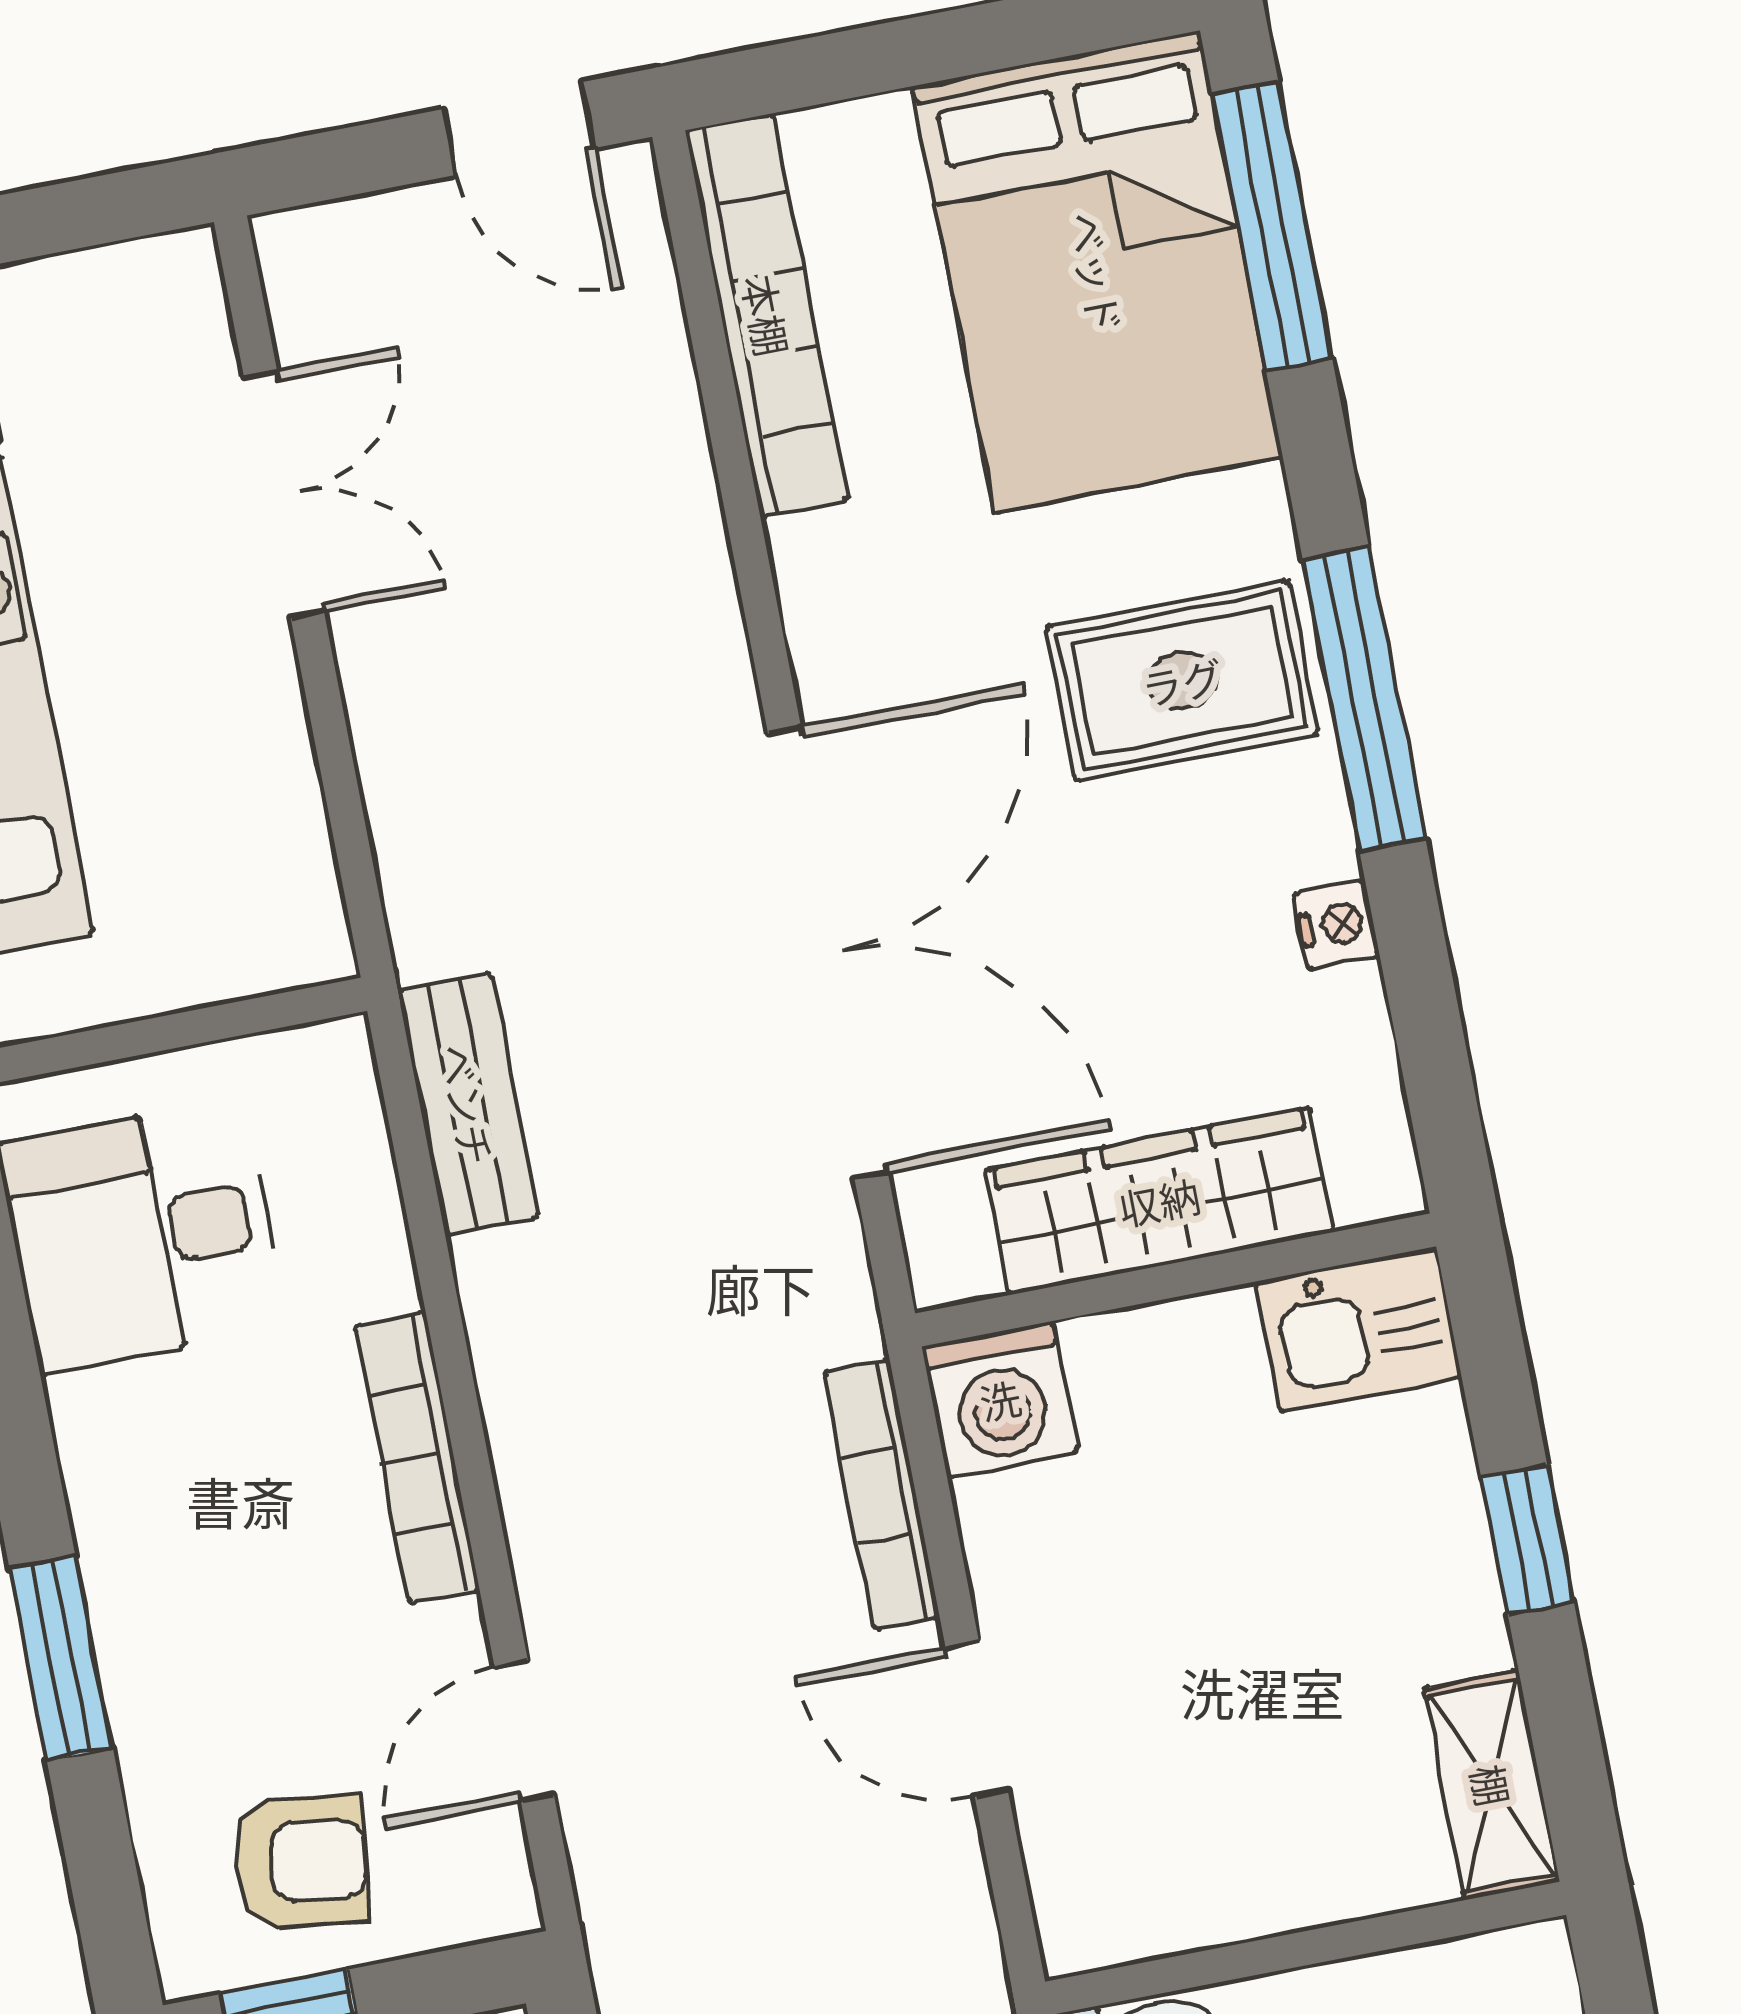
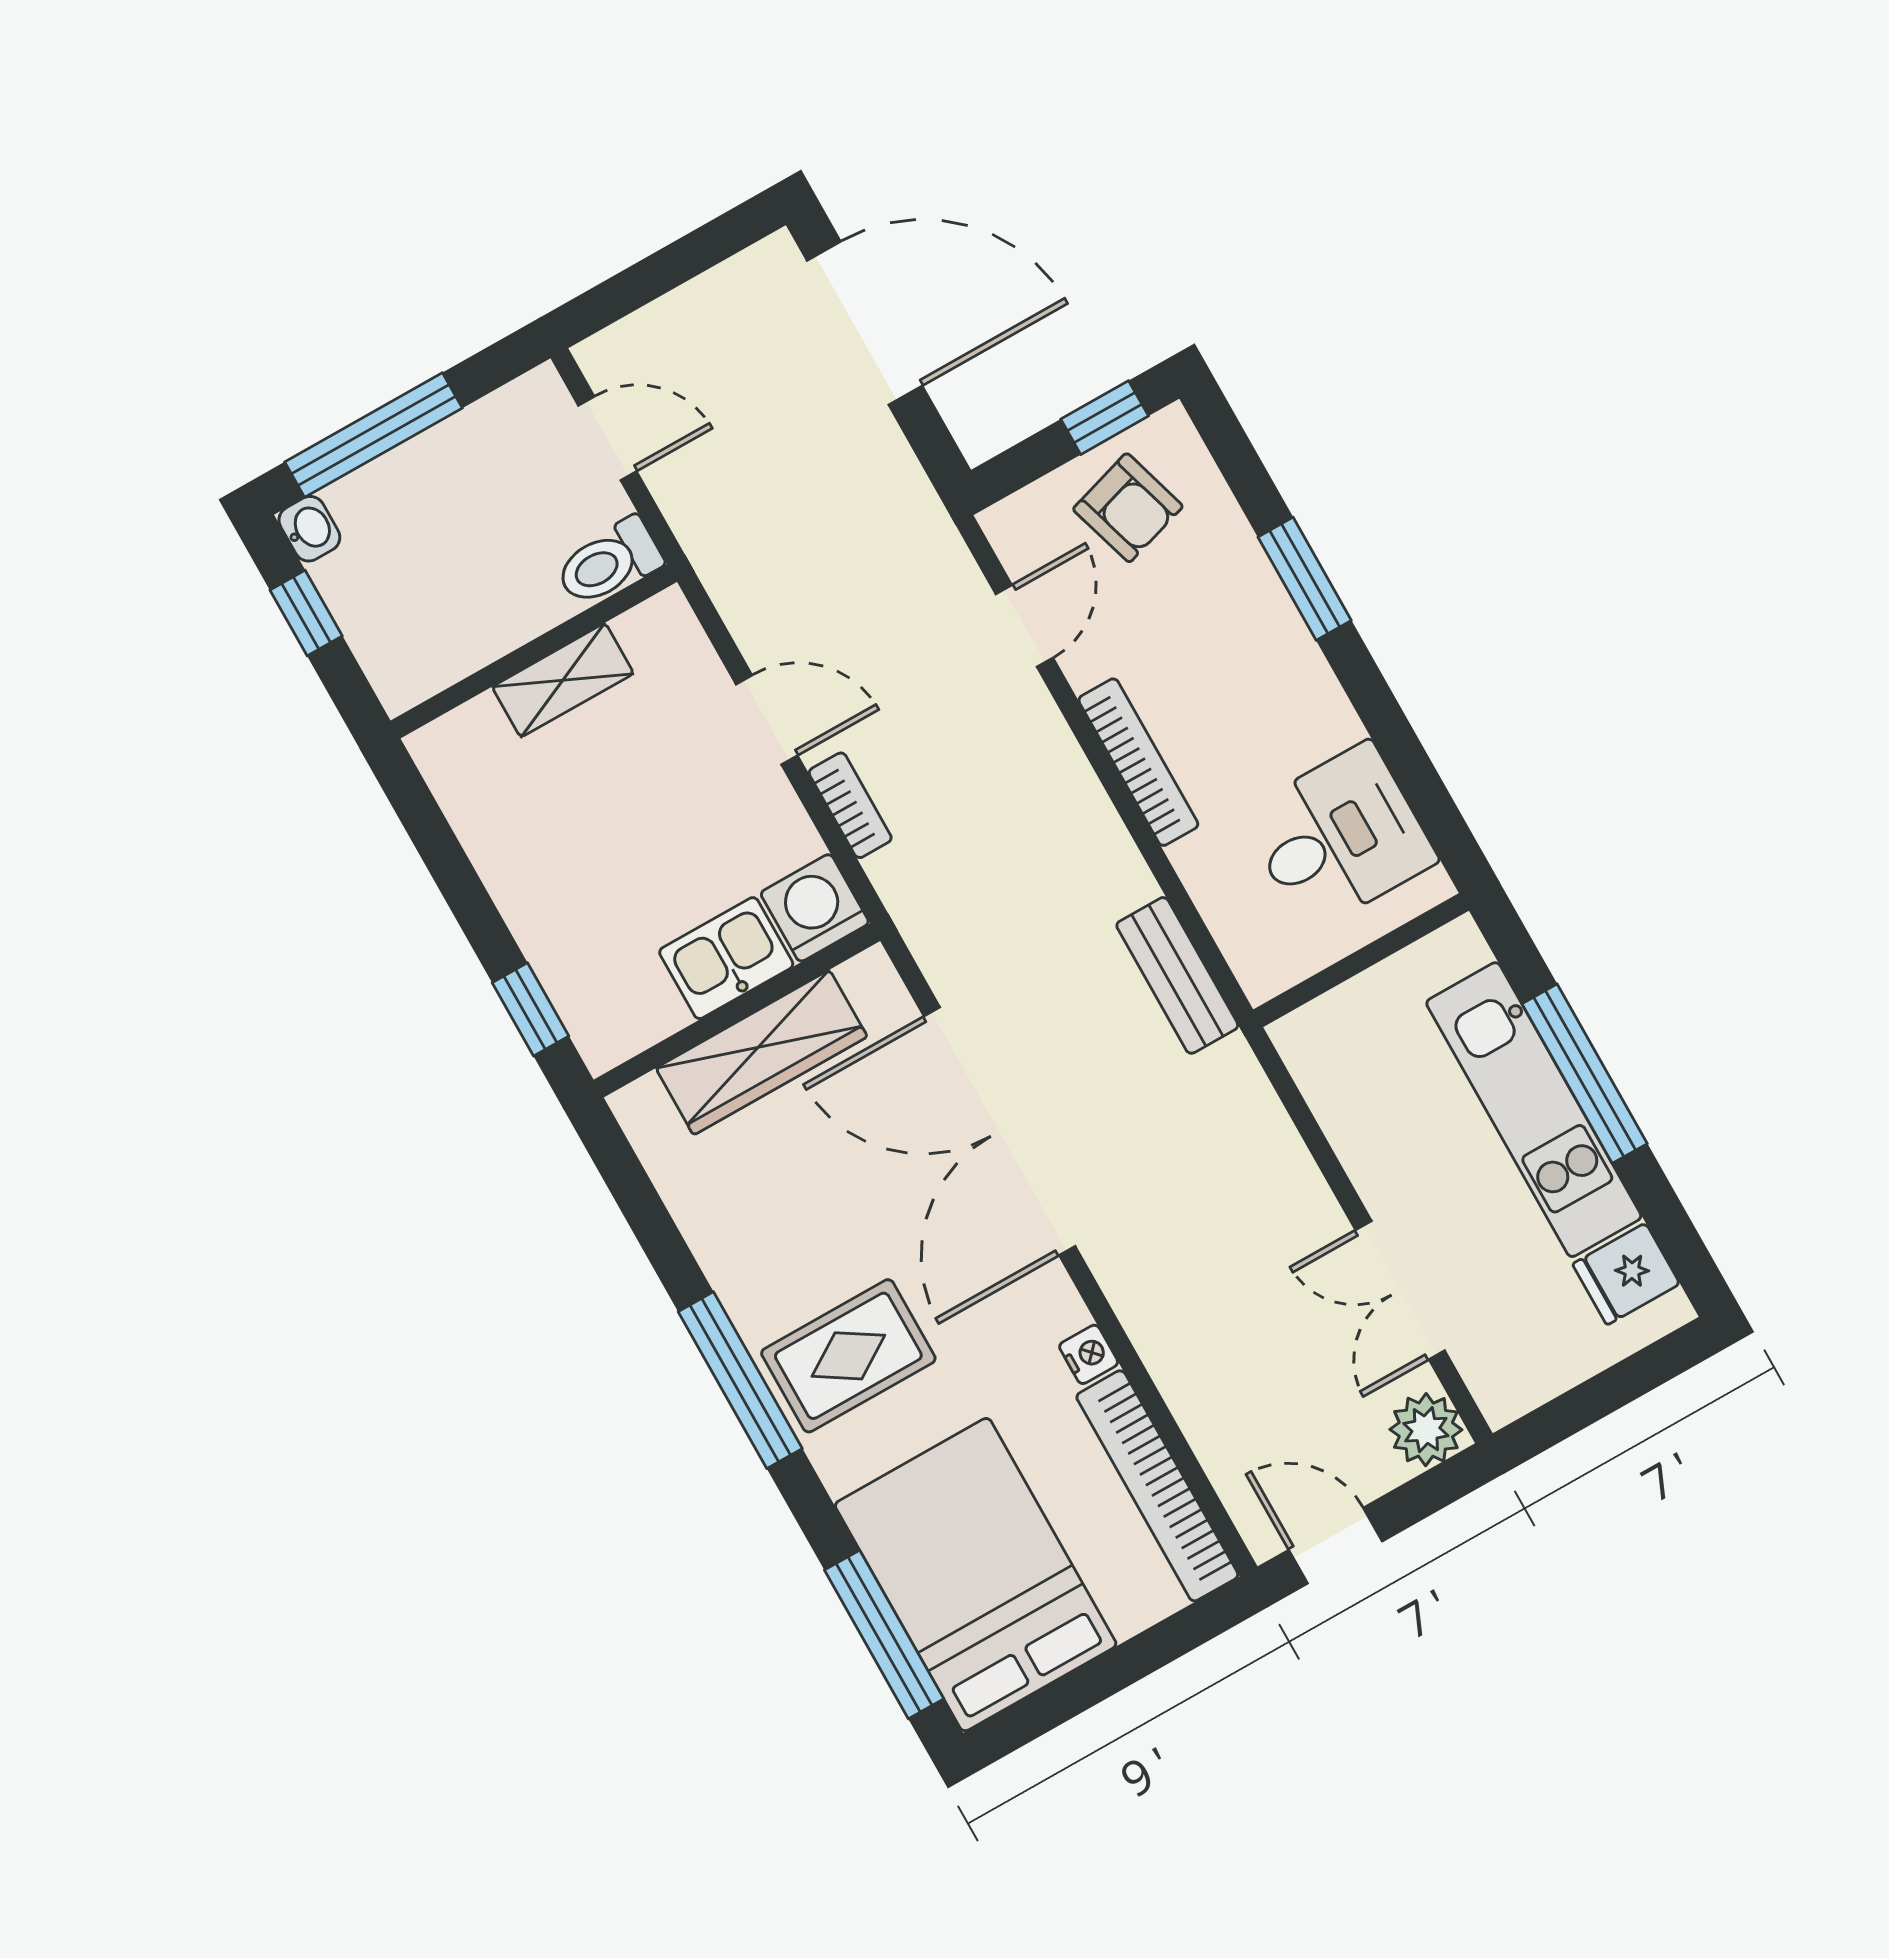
plant: (317, 263) -> (1426, 1430), added
nightstand: (1337, 925) -> (1089, 1354), moved, turned 180
kitchen sink: (1359, 1330) -> (726, 958), moved
bookcase: (882, 1495) -> (850, 805), width x0.64
window: (1527, 1540) -> (530, 1009), moved
shelving: (1492, 1785) -> (563, 680), moved, turned 90
armchair: (300, 1862) -> (1128, 508), turned -114

